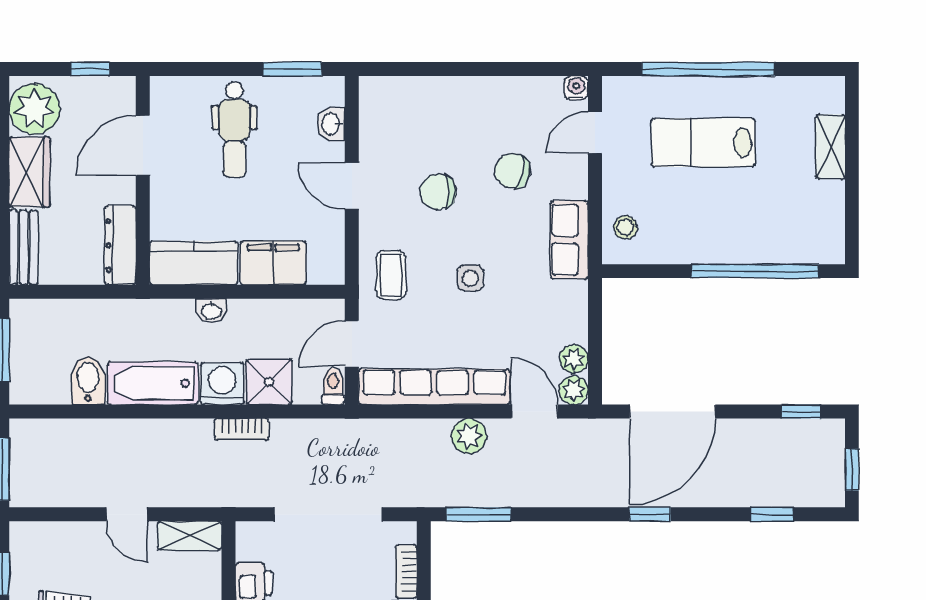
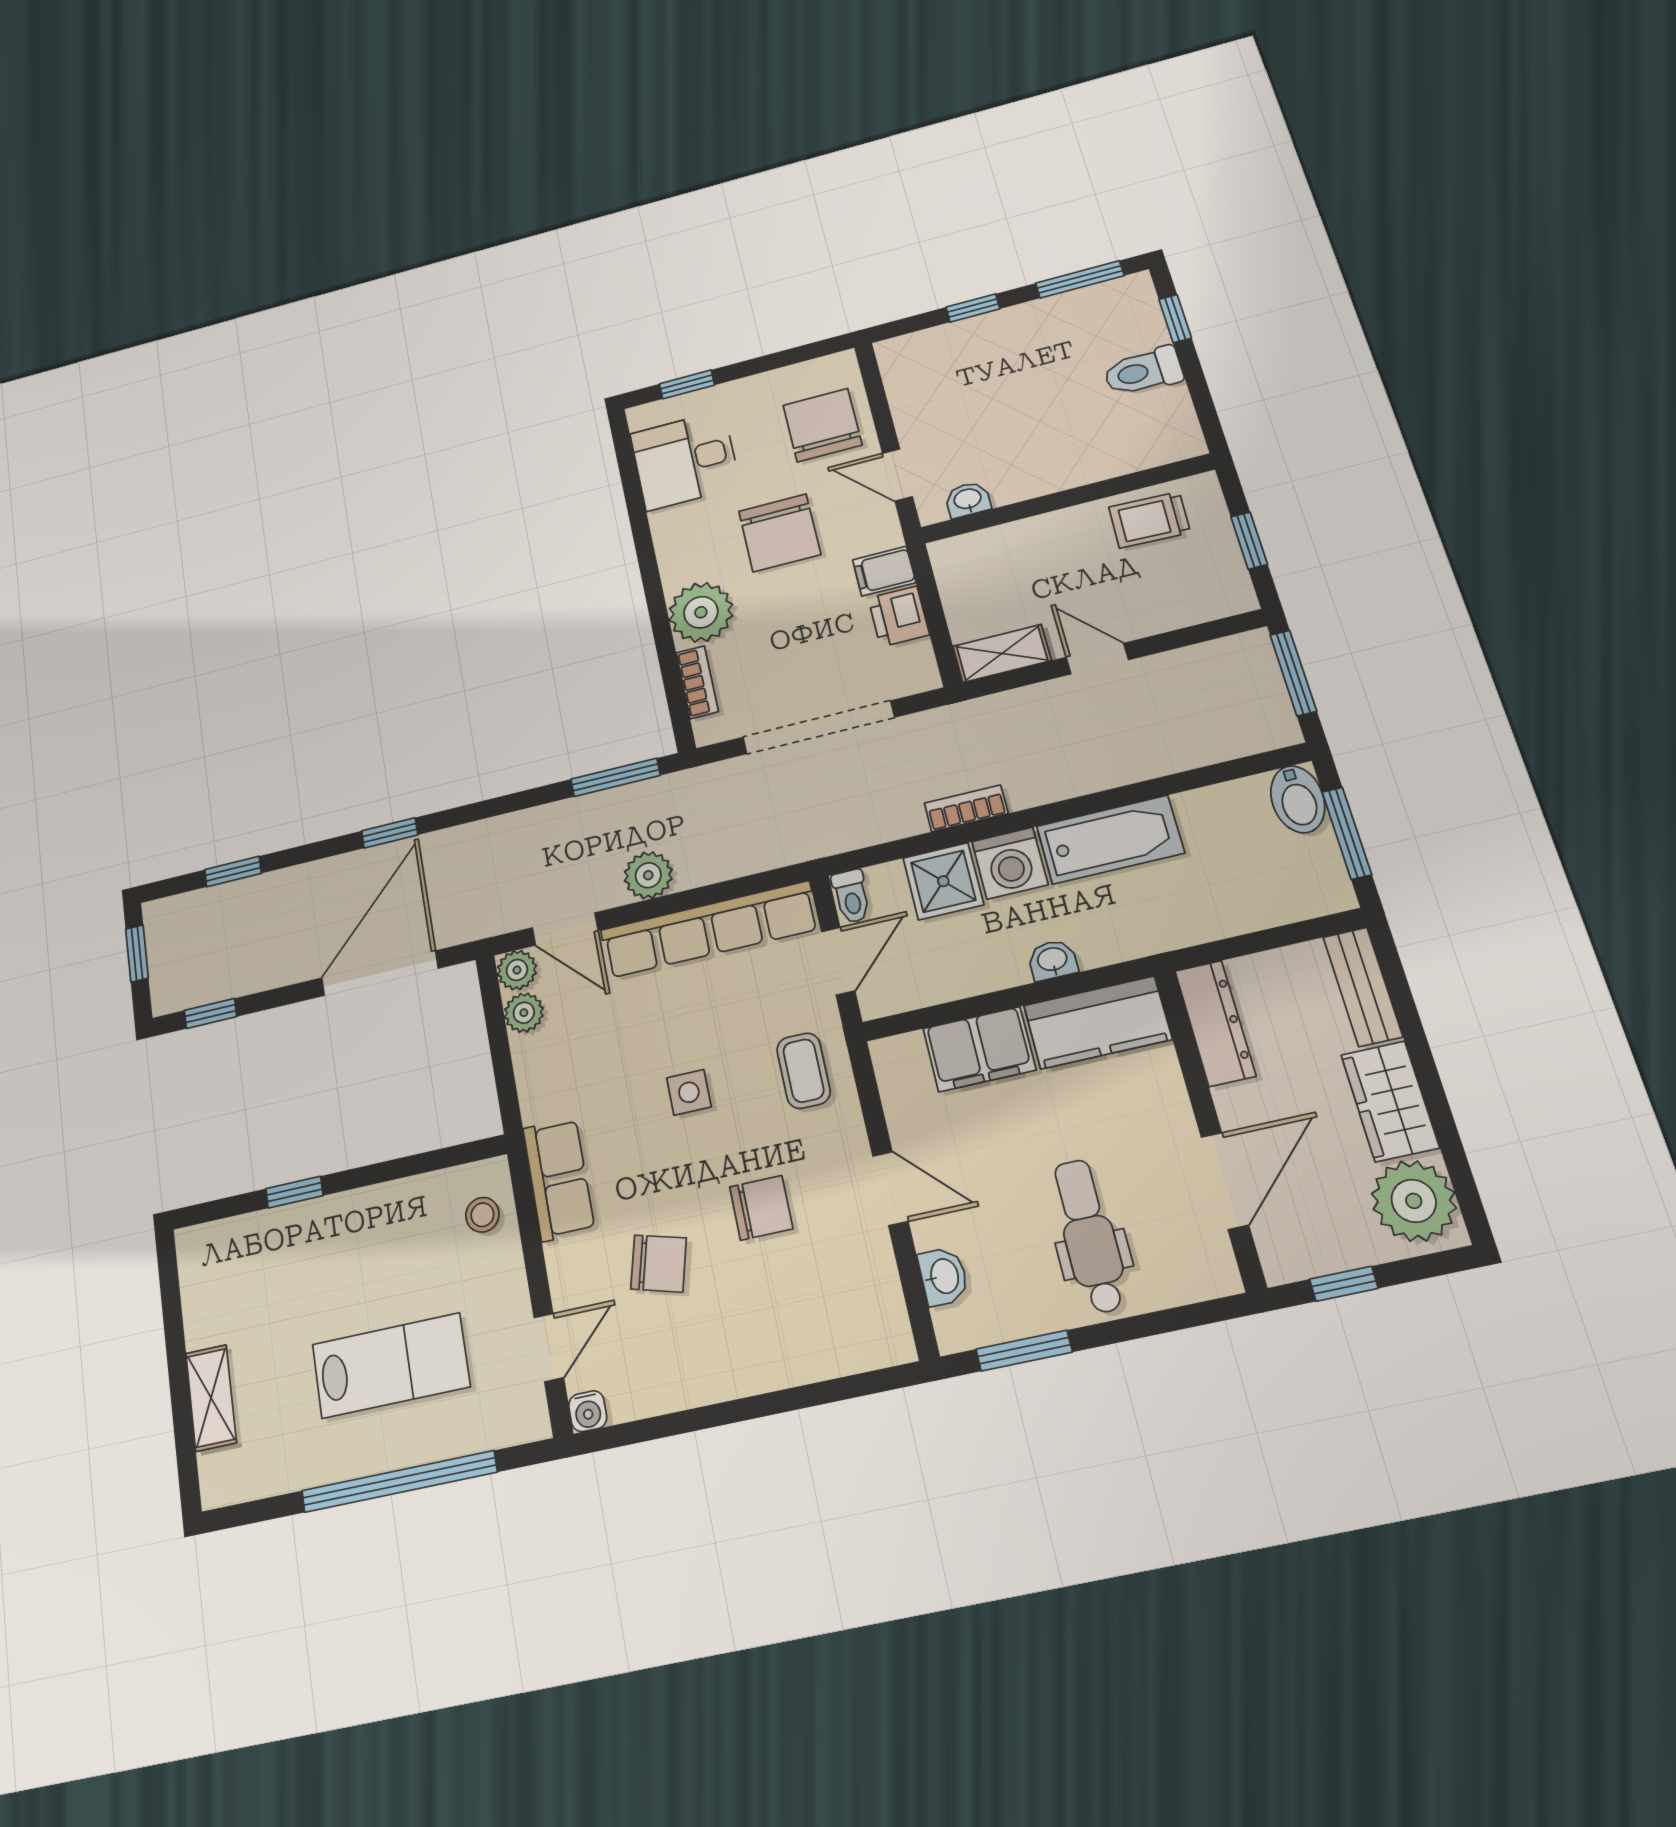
window: (755, 271) -> (294, 1192), width x0.32
bidet: (88, 381) -> (1298, 799), moved

